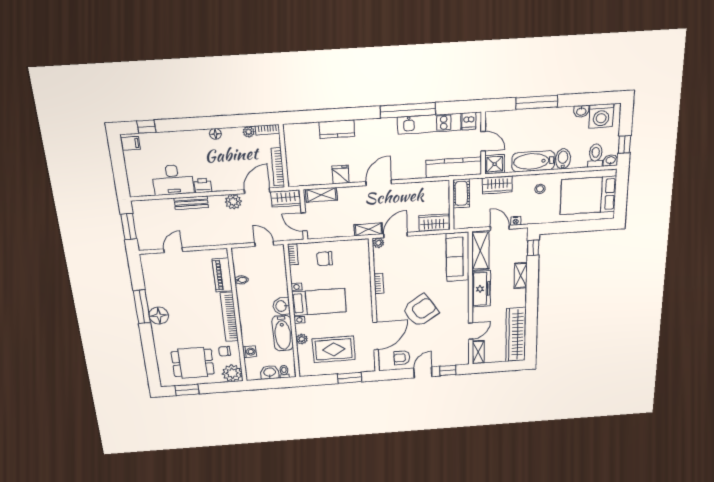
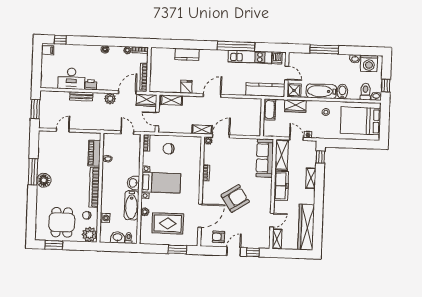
wardrobe: (434, 223) -> (249, 130), removed
dining table: (193, 363) -> (62, 222), turned 90

